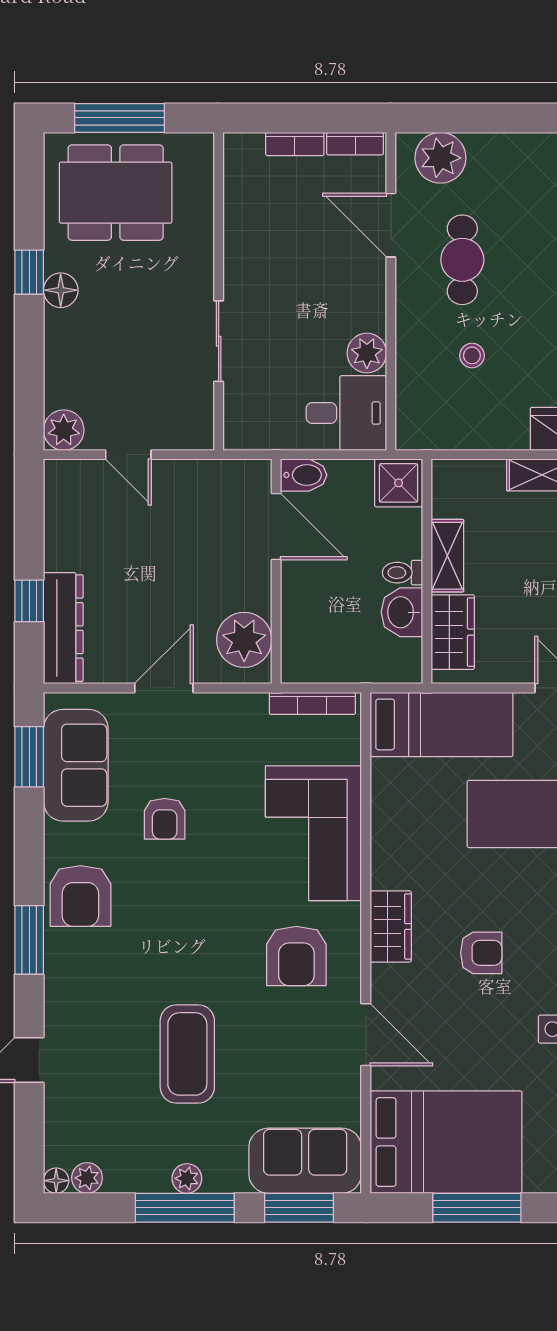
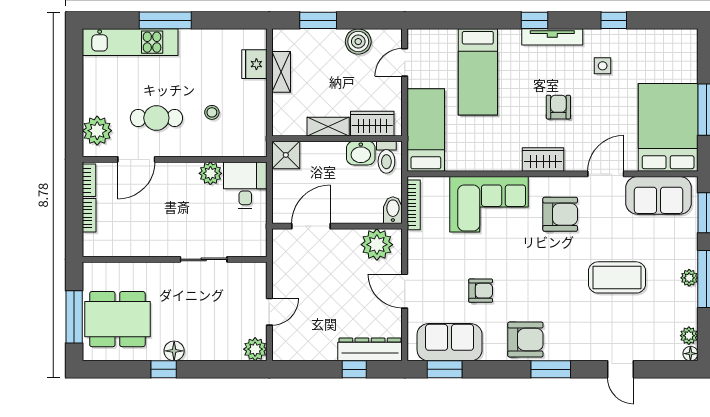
dining table: (116, 193) -> (117, 319), turned 90
bidet: (304, 475) -> (393, 210), moved
toilet: (402, 573) -> (386, 157), moved, width x1.37, depth x1.39
sofa: (305, 1161) -> (659, 195), moved, turned -90

